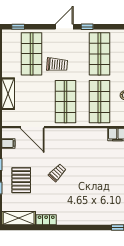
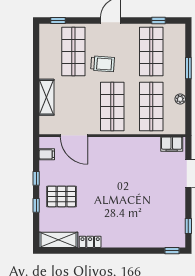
window: (87, 27) -> (159, 20), moved
trolley: (57, 173) -> (103, 188), removed
pallet: (21, 180) -> (62, 196), turned 90

